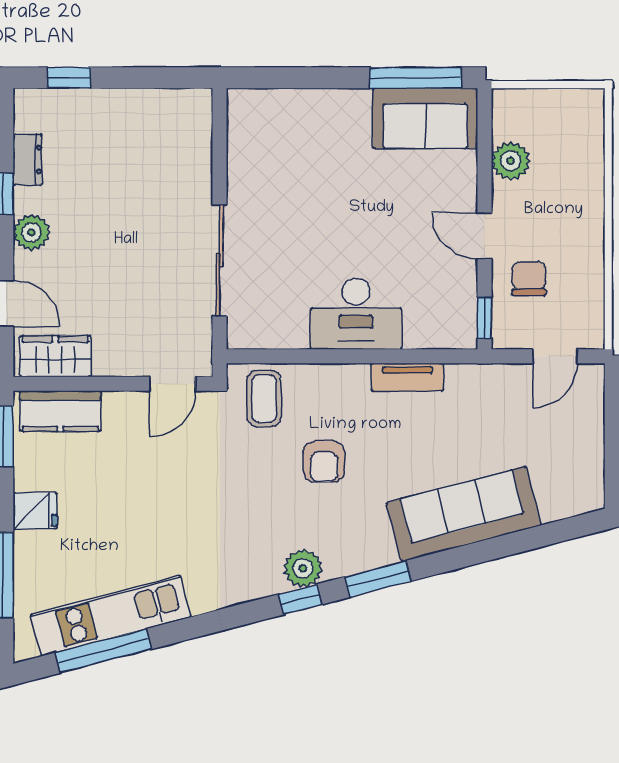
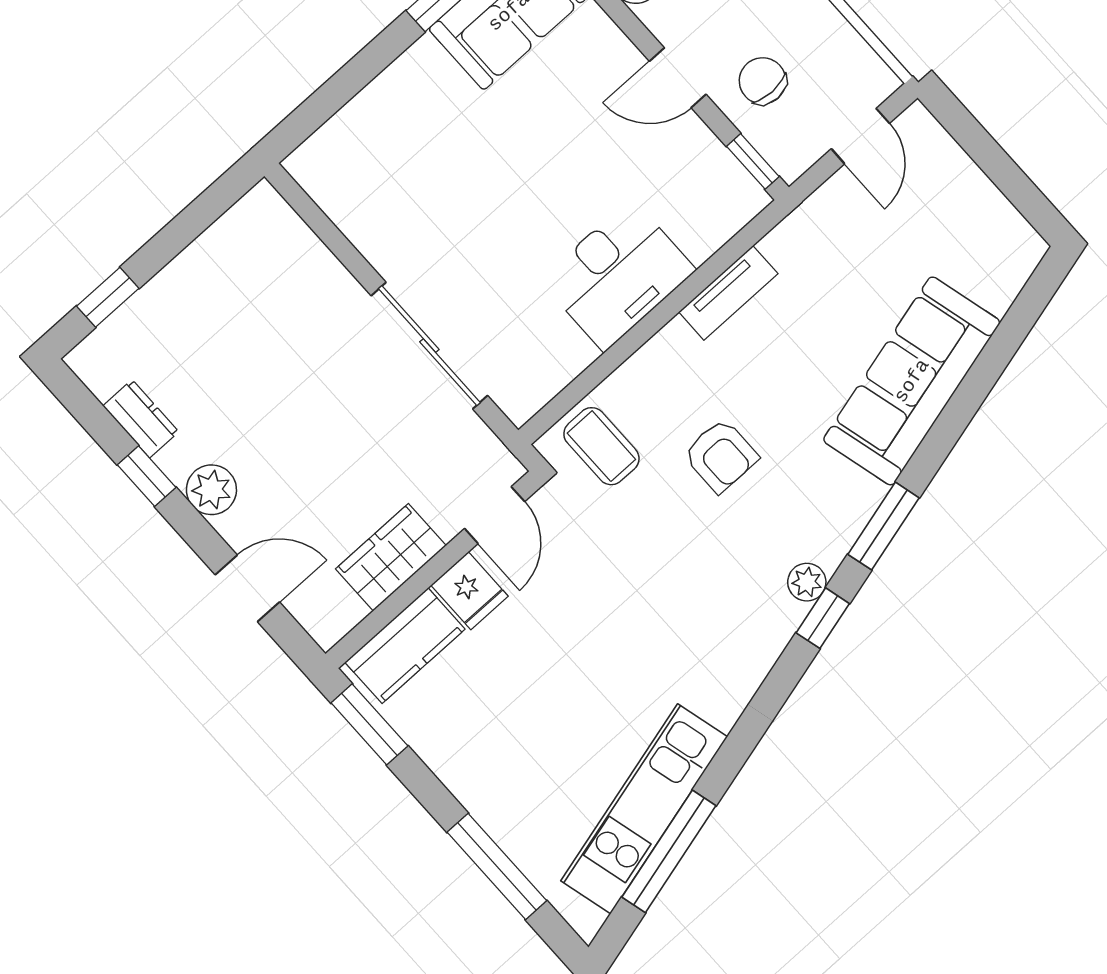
wardrobe: (55, 356) -> (391, 557), moved
fridge: (35, 511) -> (470, 591), moved, turned 90
plant: (303, 568) -> (807, 582), width x0.73, depth x0.73

